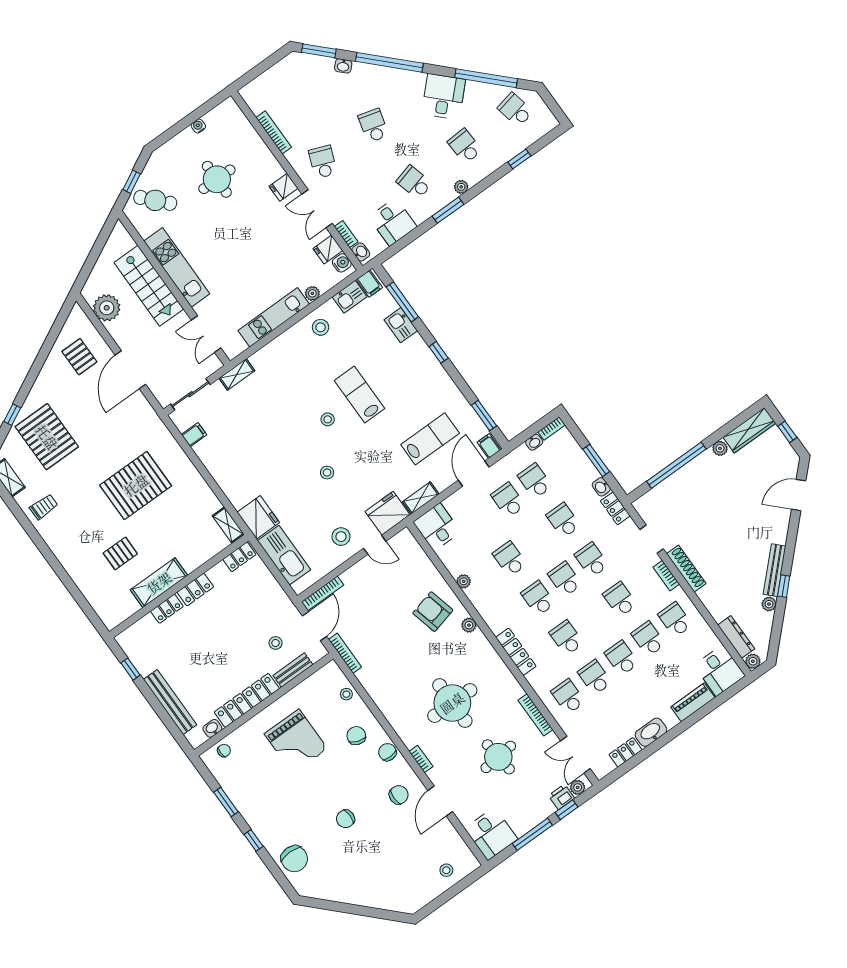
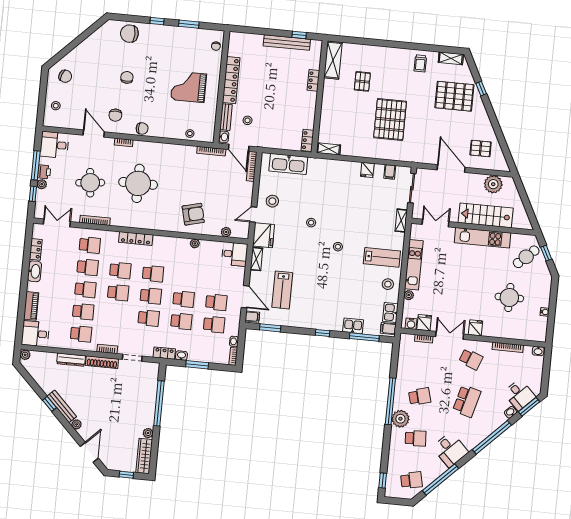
school desk: (373, 126) -> (467, 401), width x1.85
window: (519, 159) -> (383, 481), moved
plant: (461, 187) -> (400, 419), width x1.88, depth x1.88
window: (448, 210) -> (390, 401), width x2.11
desk: (393, 222) -> (519, 395), moved, turned -135
washbasin: (361, 252) -> (538, 351), moved
lab bench: (359, 394) -> (382, 257), moved
fridge: (258, 517) -> (367, 170), moved, width x0.53, depth x0.75
school desk: (510, 559) -> (184, 299), moved
shelving: (159, 583) -> (333, 60), moved
locker: (195, 589) -> (311, 103), removed
school desk: (620, 599) -> (118, 293), moved
plant: (769, 604) -> (77, 424), moved
plant: (469, 625) -> (226, 232), moved
dresser: (736, 637) -> (71, 360), moved
bench: (170, 702) -> (287, 43), moved
washbasin: (212, 728) -> (224, 137), moved
chair: (356, 736) -> (65, 76), moved
plant: (578, 787) -> (42, 184), moved
printer: (561, 797) -> (44, 172), moved

